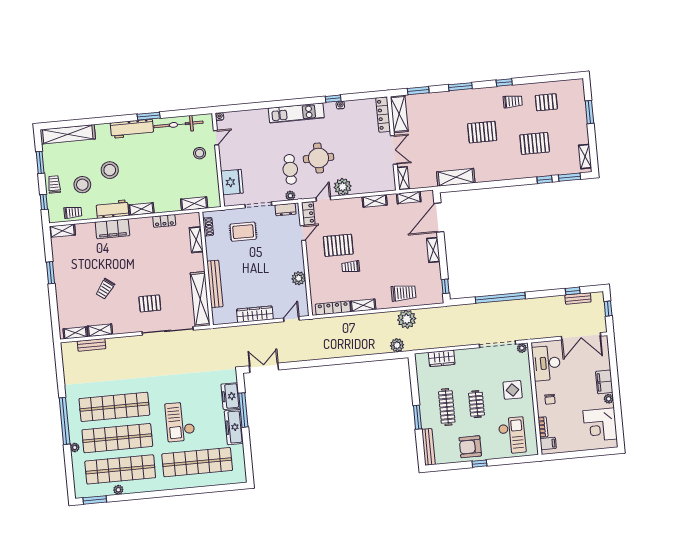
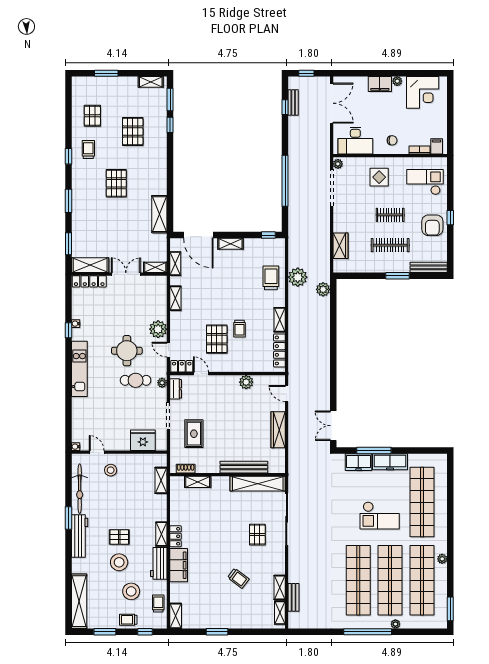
pallet: (135, 168) -> (119, 537), added
locker: (164, 221) -> (176, 536), moved
plant: (118, 490) -> (442, 559), moved

